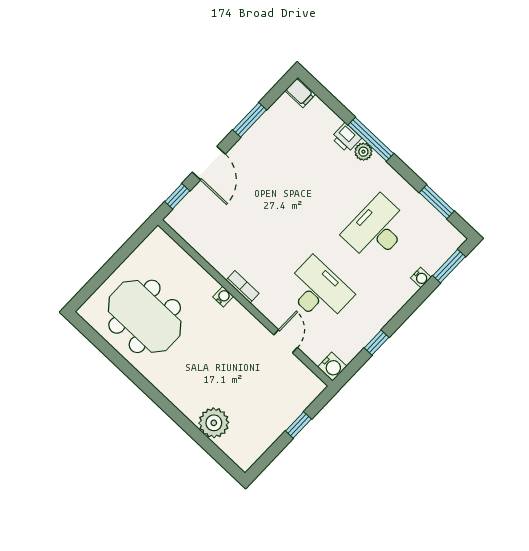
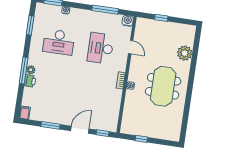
window: (123, 253) -> (141, 139), added
meeting table: (145, 316) -> (163, 86), moved
door: (286, 341) -> (131, 47), swing flipped
window: (377, 343) -> (105, 10), width x2.17

